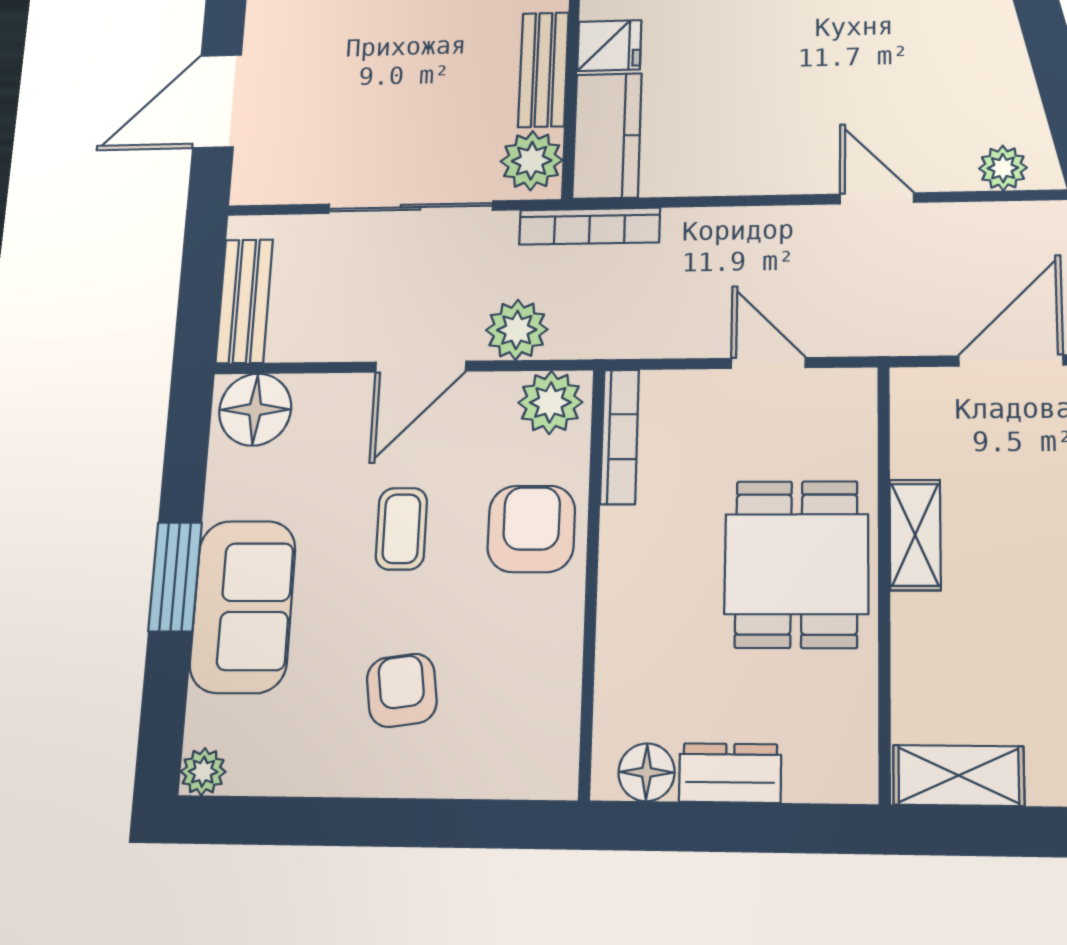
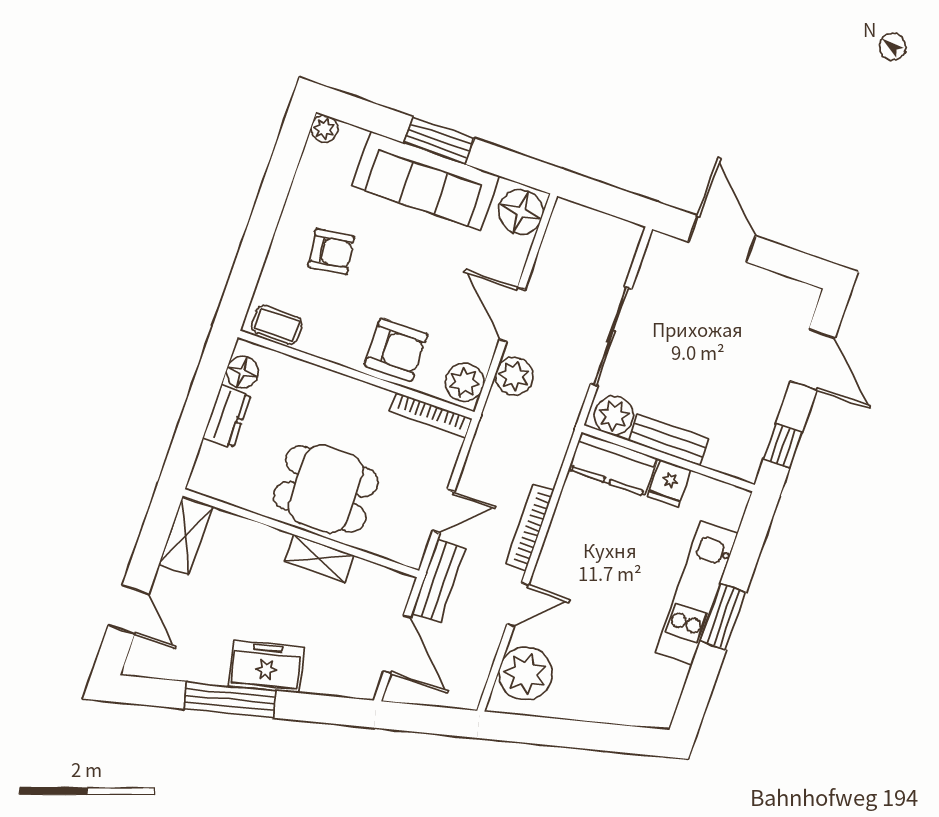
plant: (1003, 168) -> (525, 673), width x1.87, depth x1.87
bookcase: (590, 226) -> (529, 527), moved
bench: (244, 301) -> (439, 581), moved, turned 90
coffee table: (401, 529) -> (277, 325), moved
sofa: (243, 606) -> (426, 181), width x1.36

